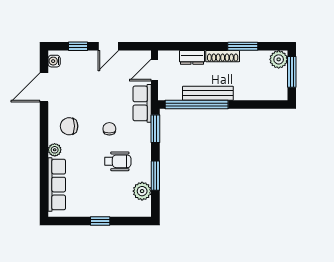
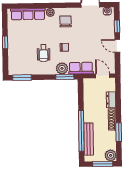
bench: (208, 93) -> (89, 139), moved
window: (197, 104) -> (81, 131), moved
window: (155, 176) -> (22, 78), moved
plant: (142, 191) -> (62, 68), moved

